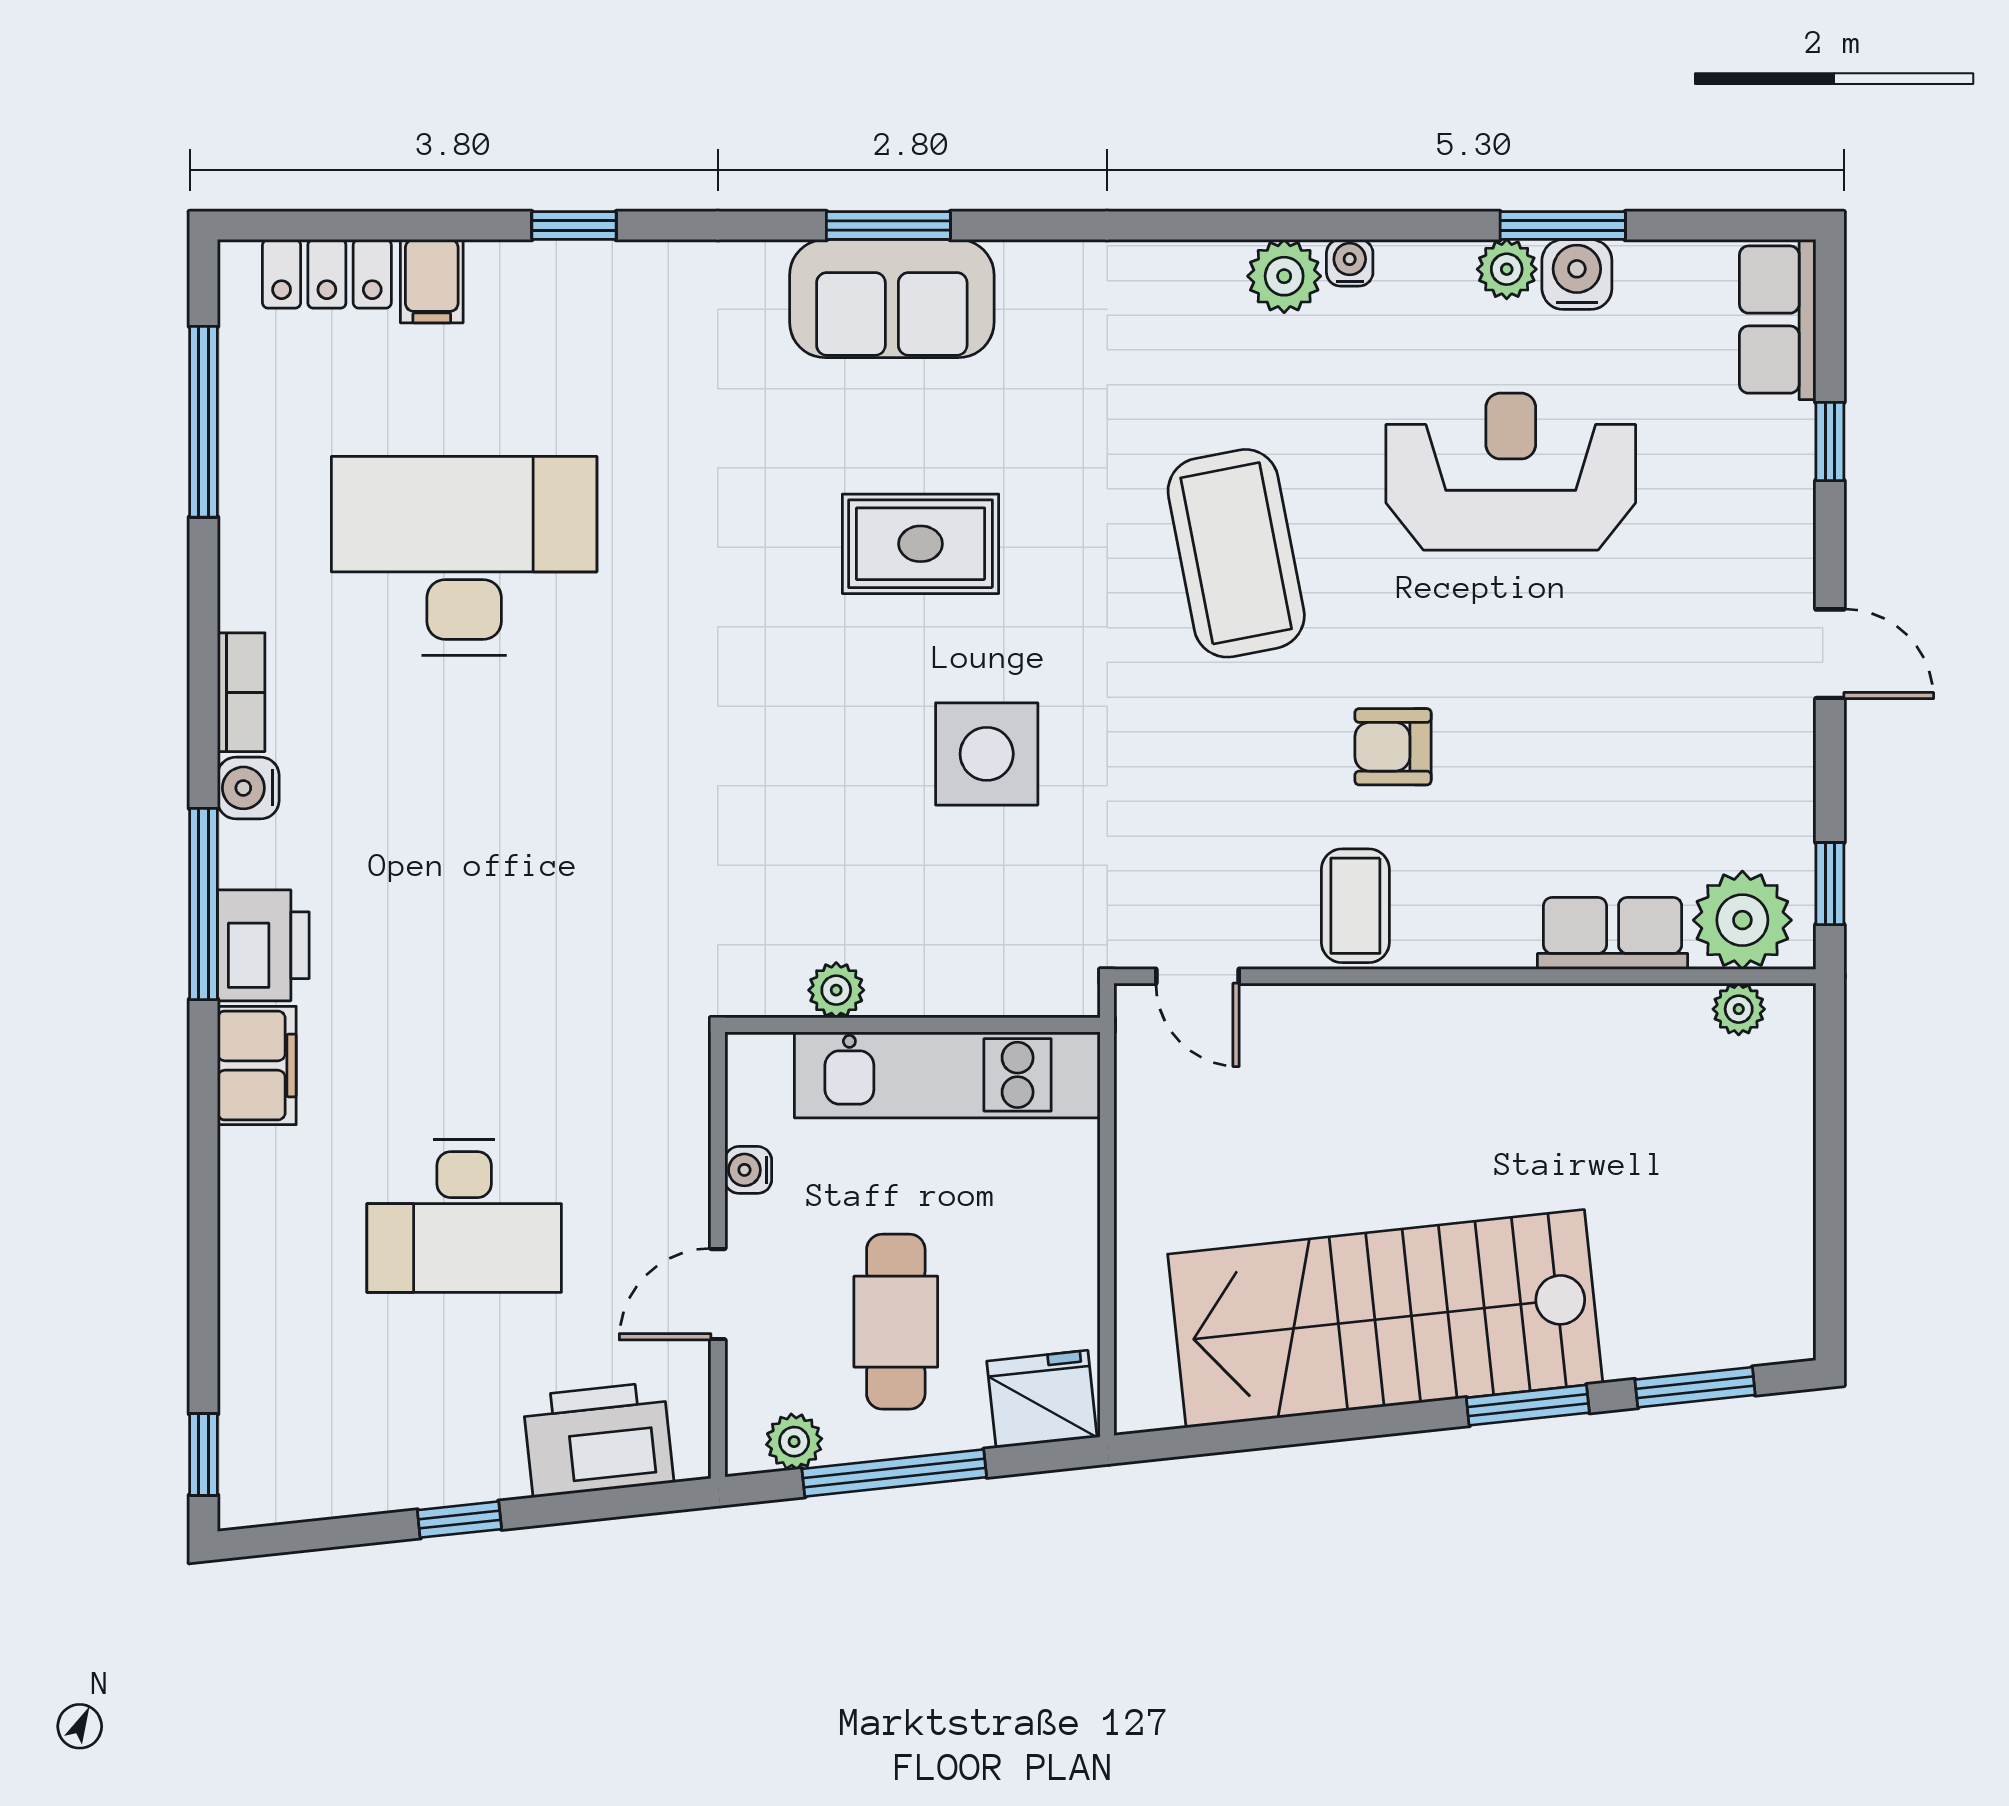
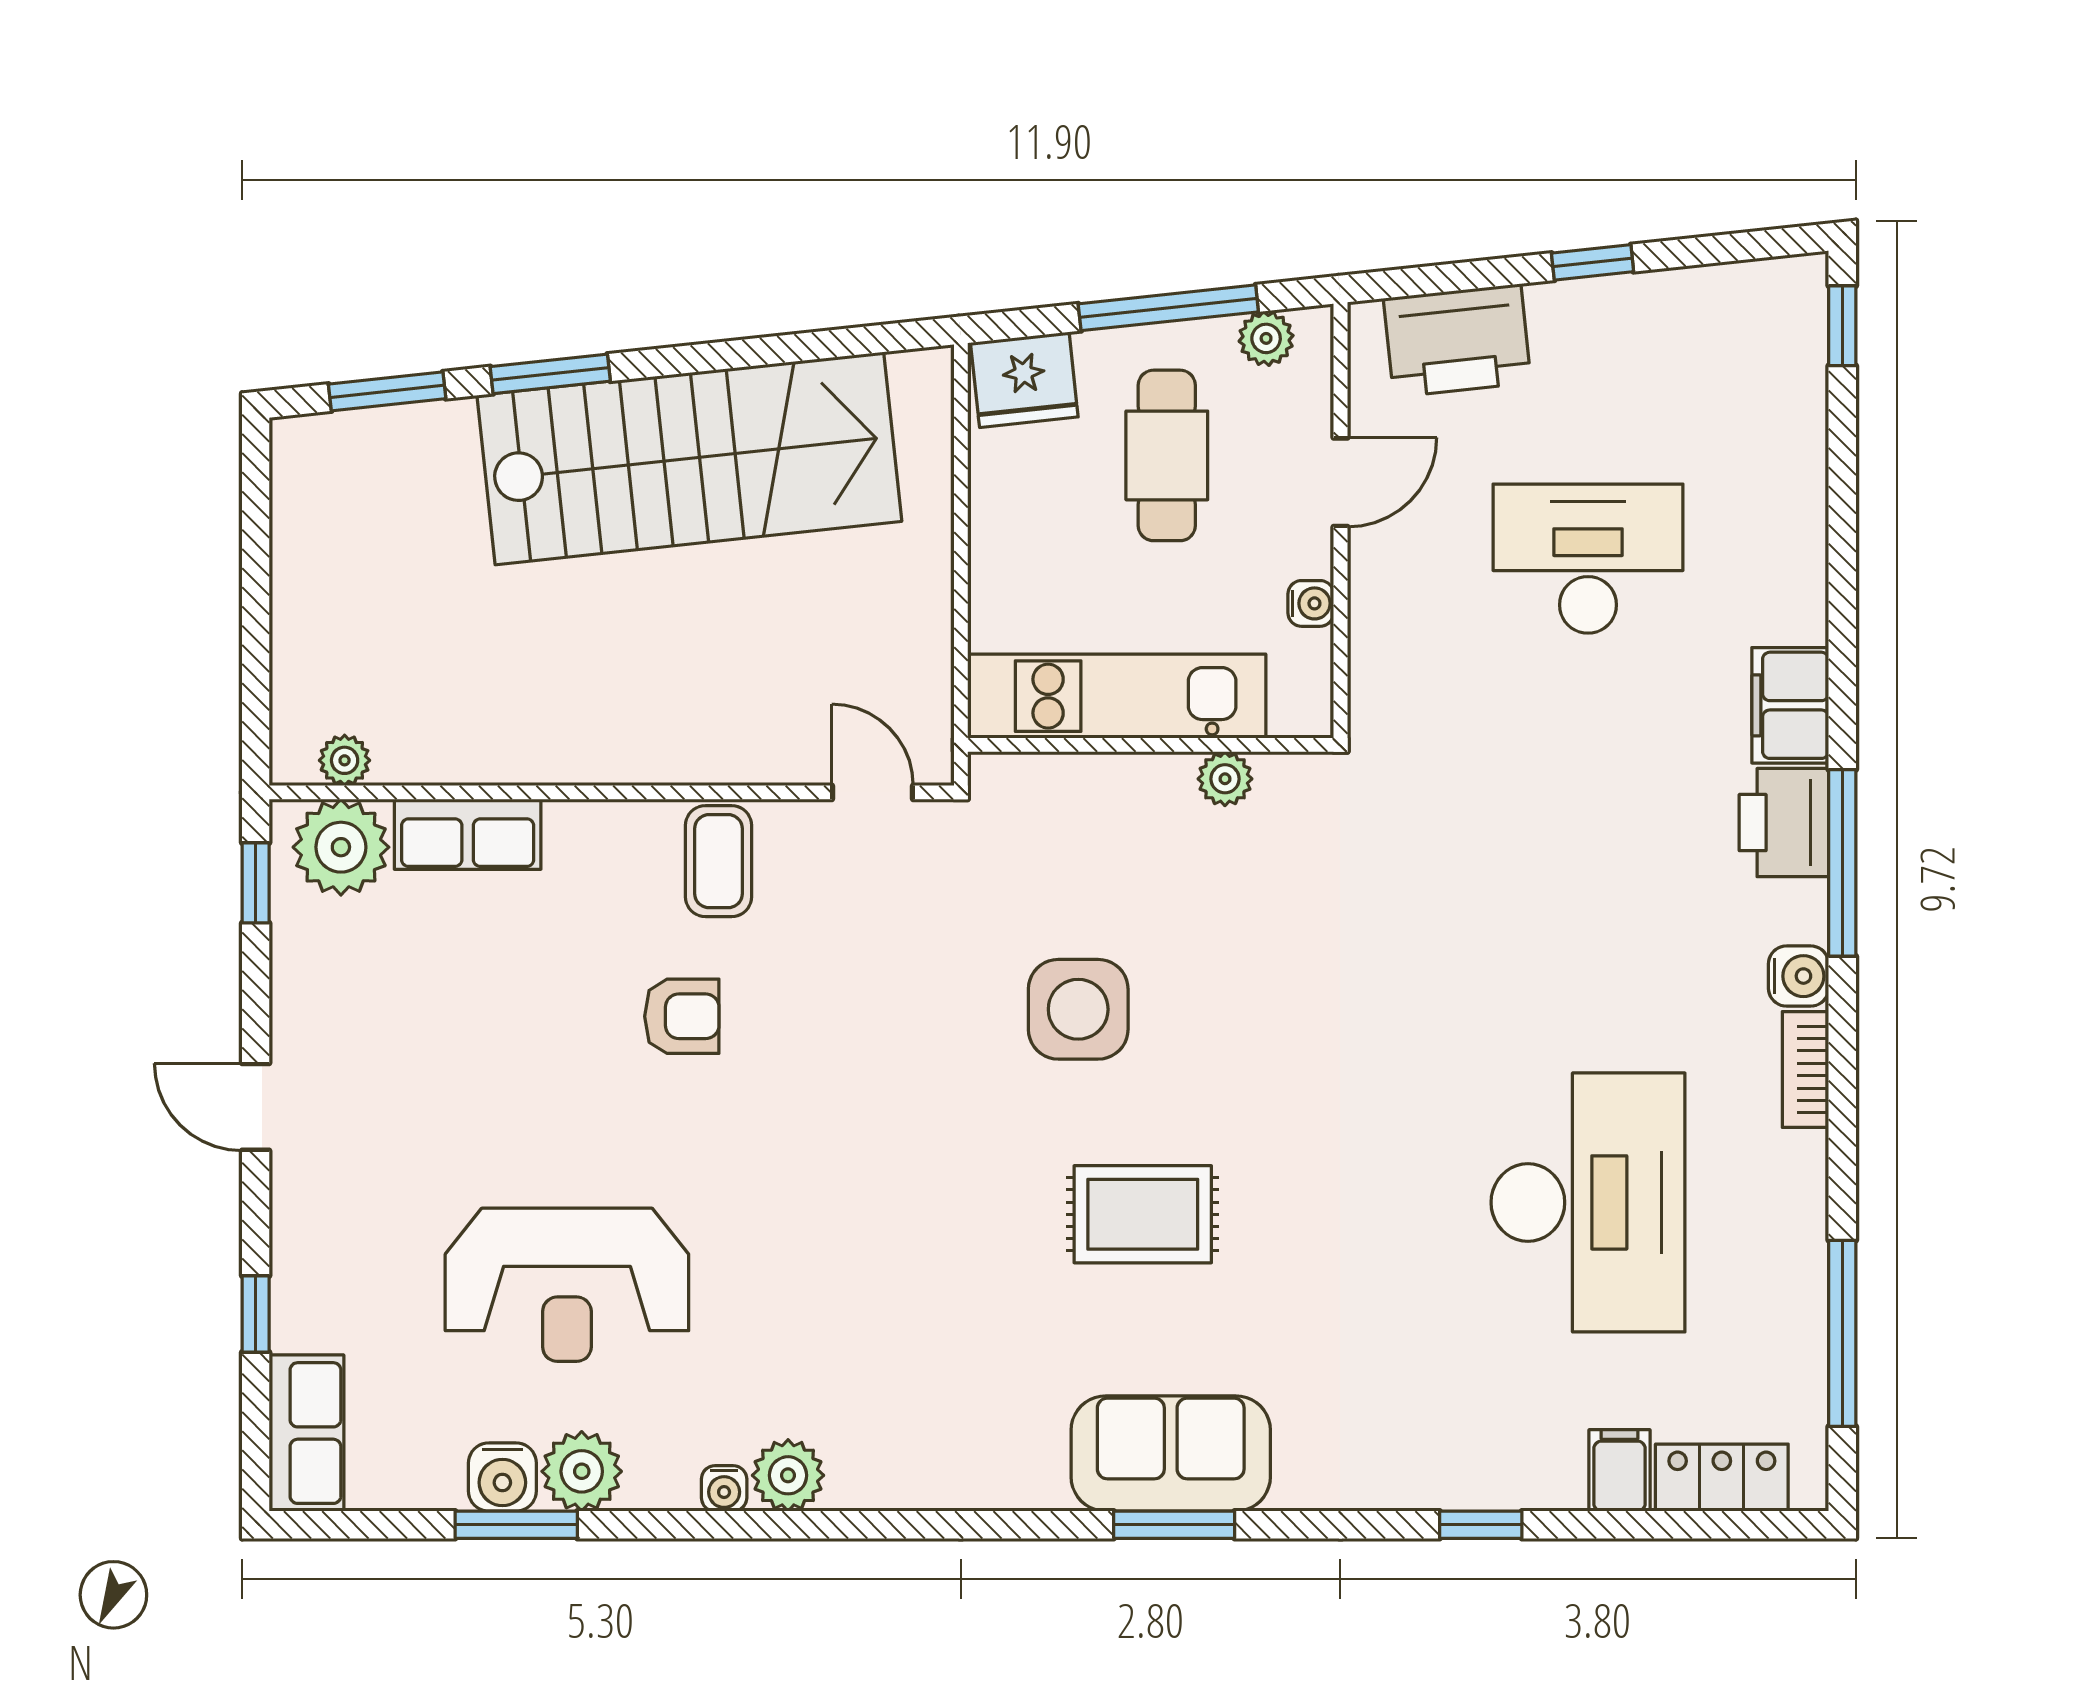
plant: (1507, 269) -> (582, 1471), width x1.38, depth x1.38
coffee table: (1236, 553) -> (835, 1205), removed
desk: (464, 556) -> (1588, 1202), turned -90

